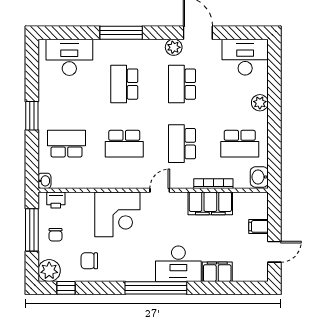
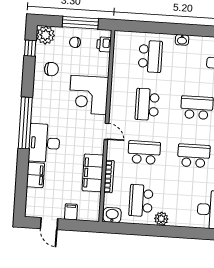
plant: (260, 103) -> (161, 219), moved
window: (32, 116) -> (175, 29), removed
washbasin: (44, 181) -> (182, 40), moved
chair: (89, 261) -> (51, 69), turned 90

